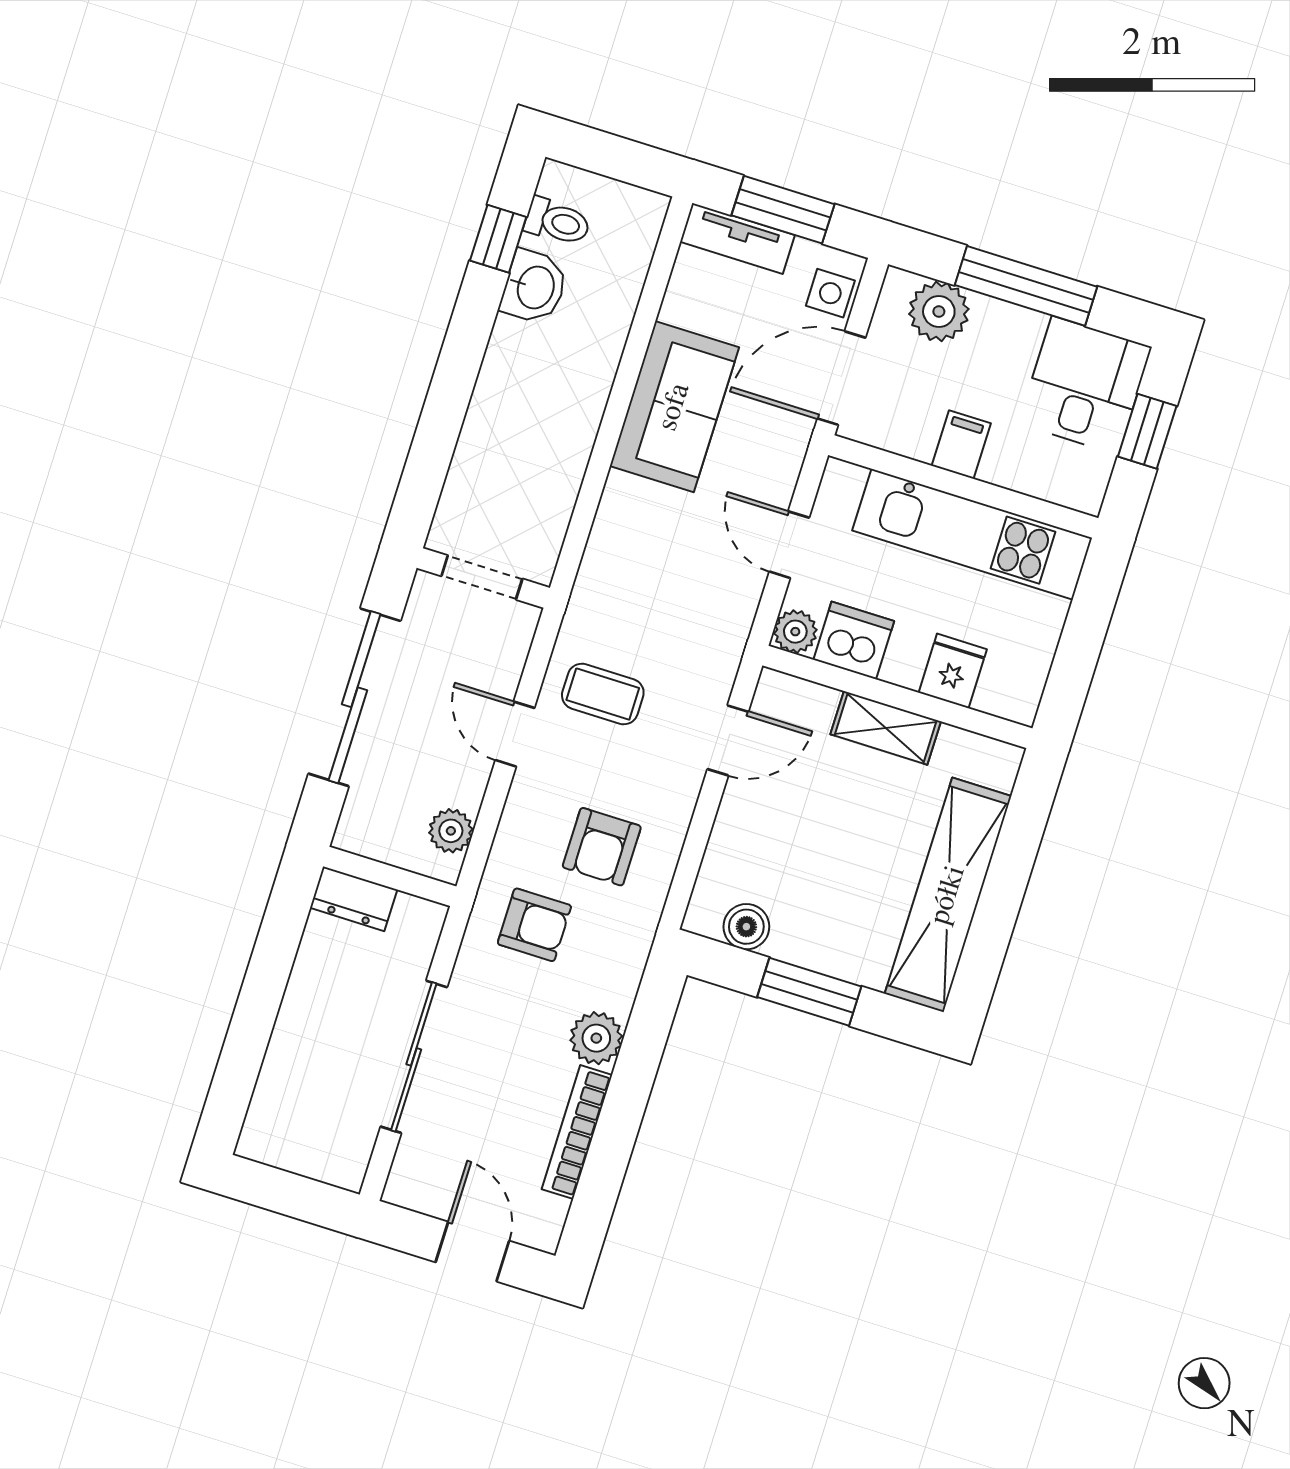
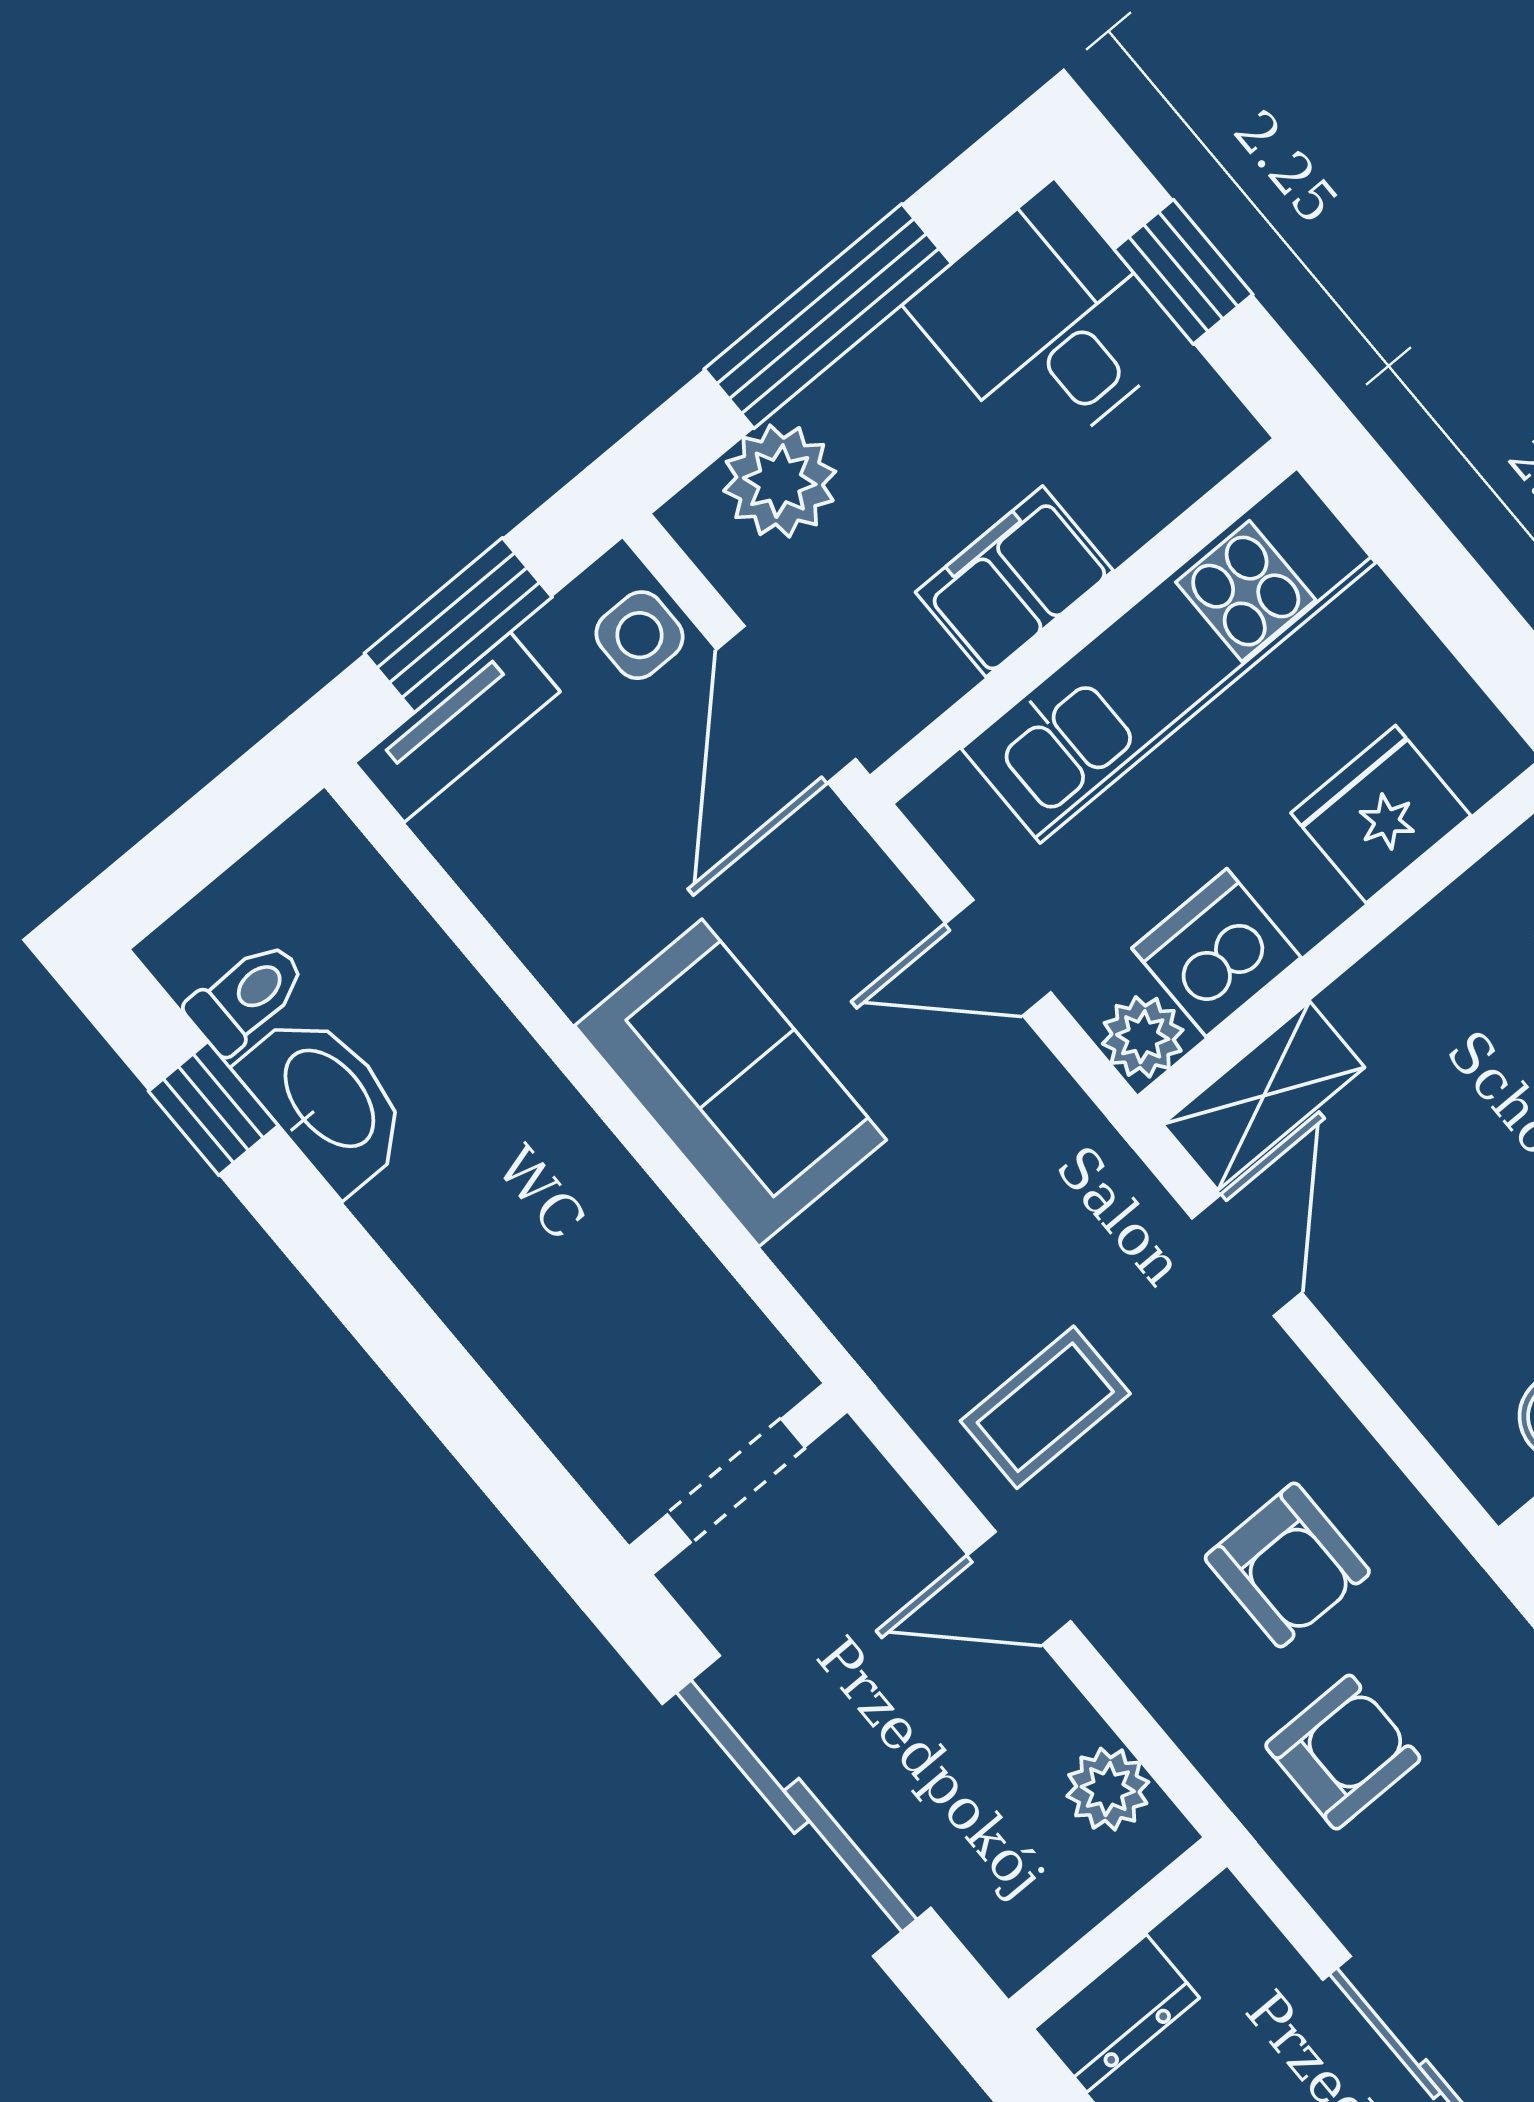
washbasin: (534, 287) -> (327, 1100), width x1.38
sofa: (674, 407) -> (730, 1083), moved
filing cabinet: (961, 444) -> (1014, 581), width x2.00
fridge: (953, 671) -> (1381, 814), width x1.38
shelving: (886, 728) -> (1264, 1096), moved

